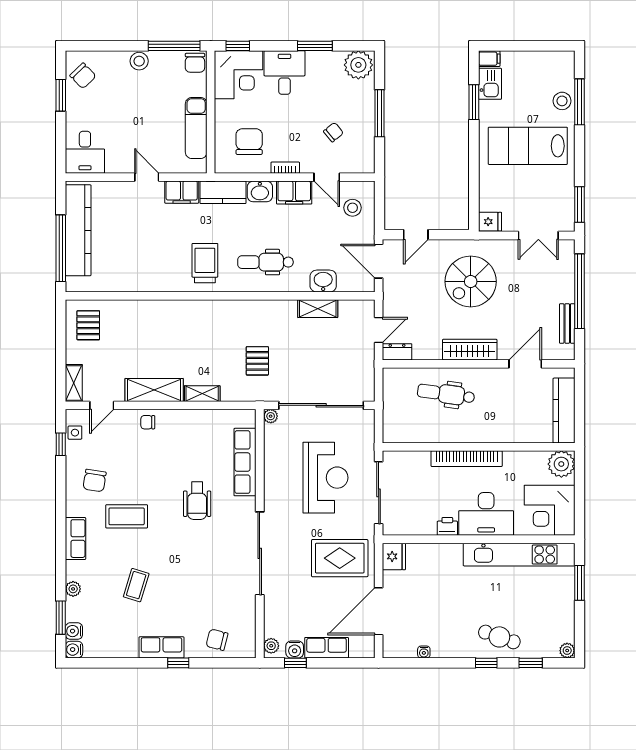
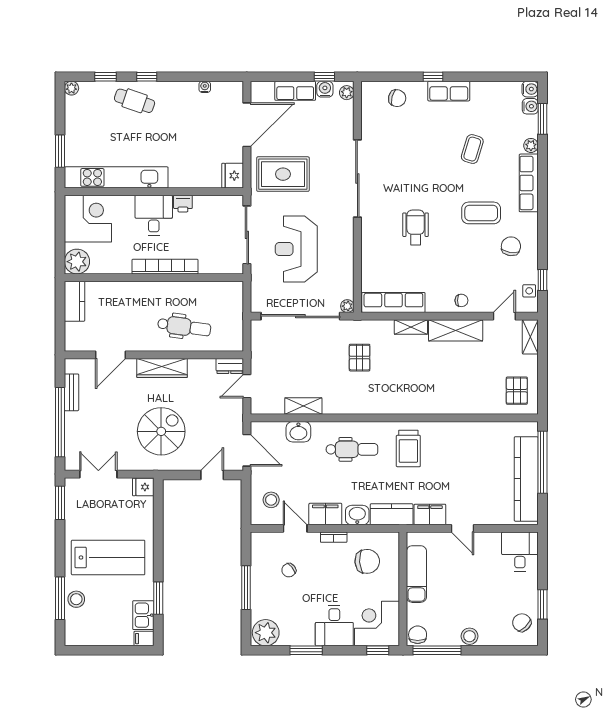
chair: (249, 142) -> (367, 561), turned -94
kitchen counter: (564, 411) -> (74, 301), width x0.67
row of seats: (245, 462) -> (393, 303), moved, turned -90
desk: (486, 514) -> (154, 215), width x0.73
row of seats: (76, 539) -> (529, 183), width x1.48

